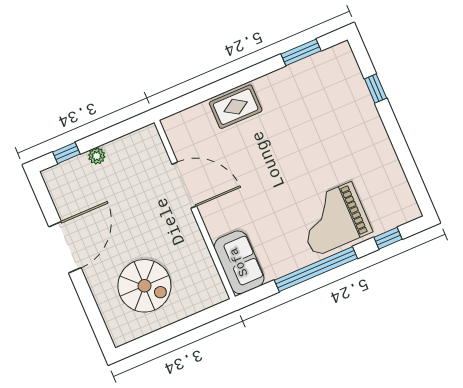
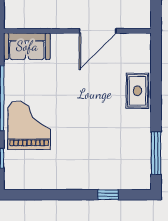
window: (301, 52) -> (156, 153), width x1.44

